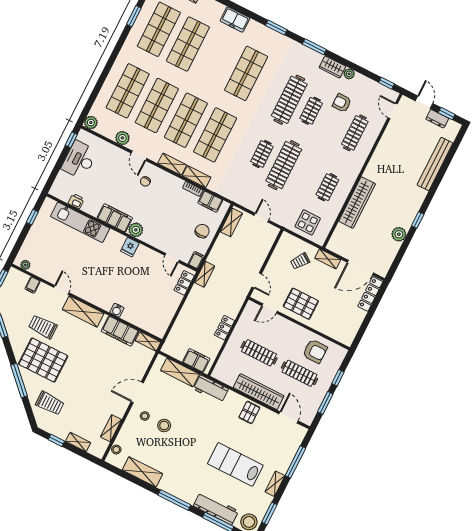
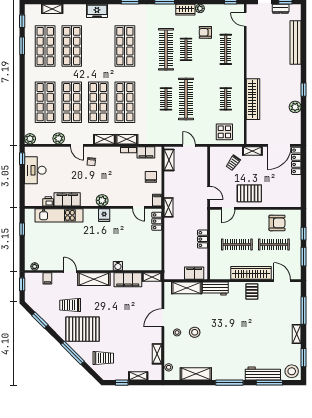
filing cabinet: (115, 218) -> (67, 199), moved
lab bench: (235, 464) -> (261, 334), removed

